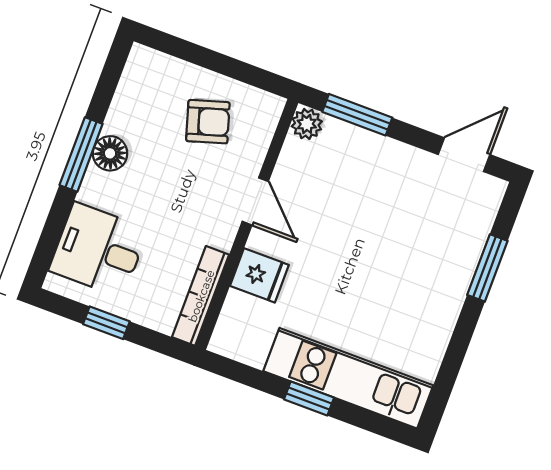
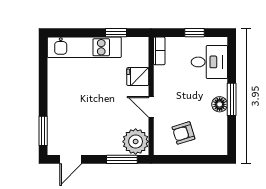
plant: (307, 124) -> (136, 142), width x1.88, depth x1.88
window: (487, 268) -> (43, 131), moved
bookcase: (201, 296) -> (159, 51), width x0.64
window: (309, 399) -> (116, 33), moved

